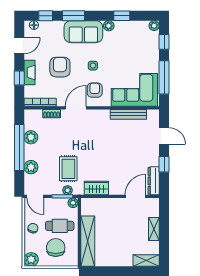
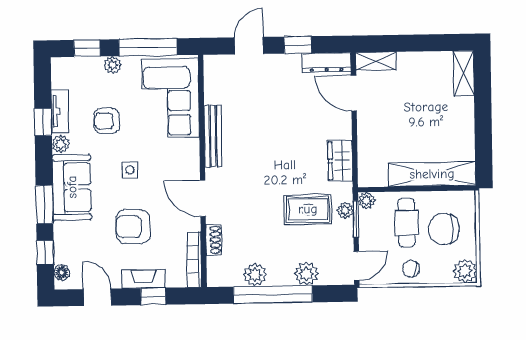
tv unit: (128, 25) -> (60, 111), added
plant: (154, 26) -> (113, 65), moved
armchair: (95, 90) -> (107, 121), moved
bench: (128, 114) -> (213, 136), moved
shelving: (154, 229) -> (376, 61), moved

